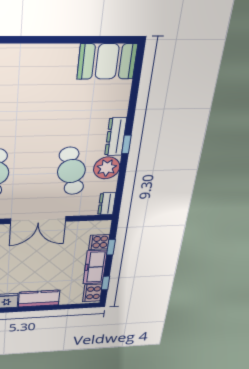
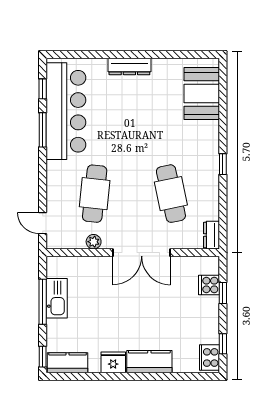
booth: (107, 61) -> (202, 94), moved, turned 90
dresser: (116, 137) -> (129, 67), moved, turned -90
plant: (107, 168) -> (206, 191), removed
freezer: (95, 267) -> (208, 320), removed

